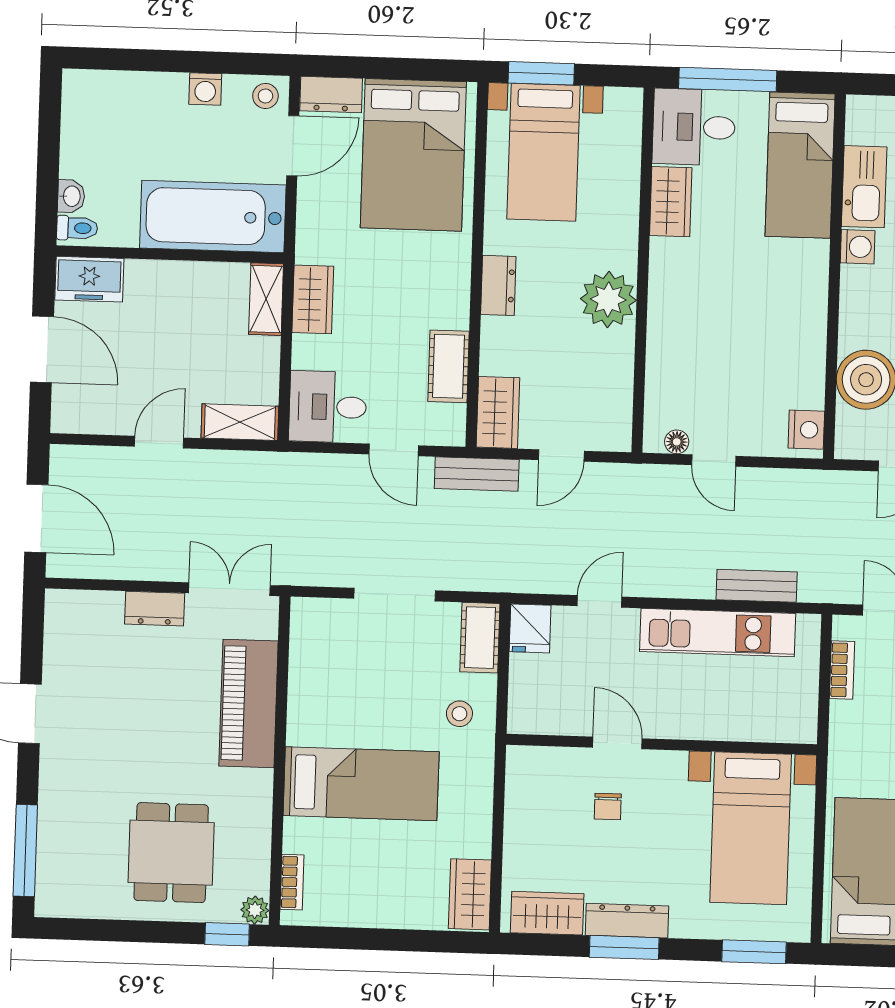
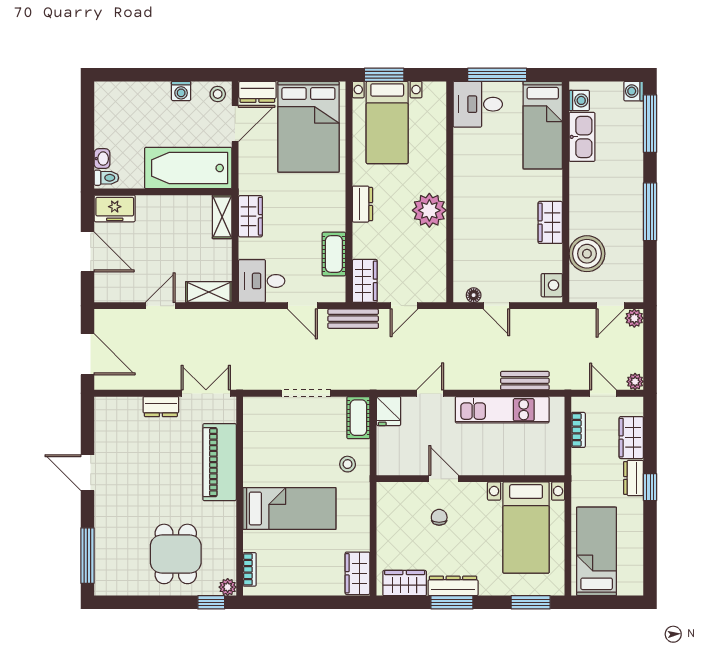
wardrobe: (671, 202) -> (550, 222), moved, turned 180
washing machine: (858, 247) -> (579, 100), moved
chair: (608, 806) -> (439, 517), turned 180

